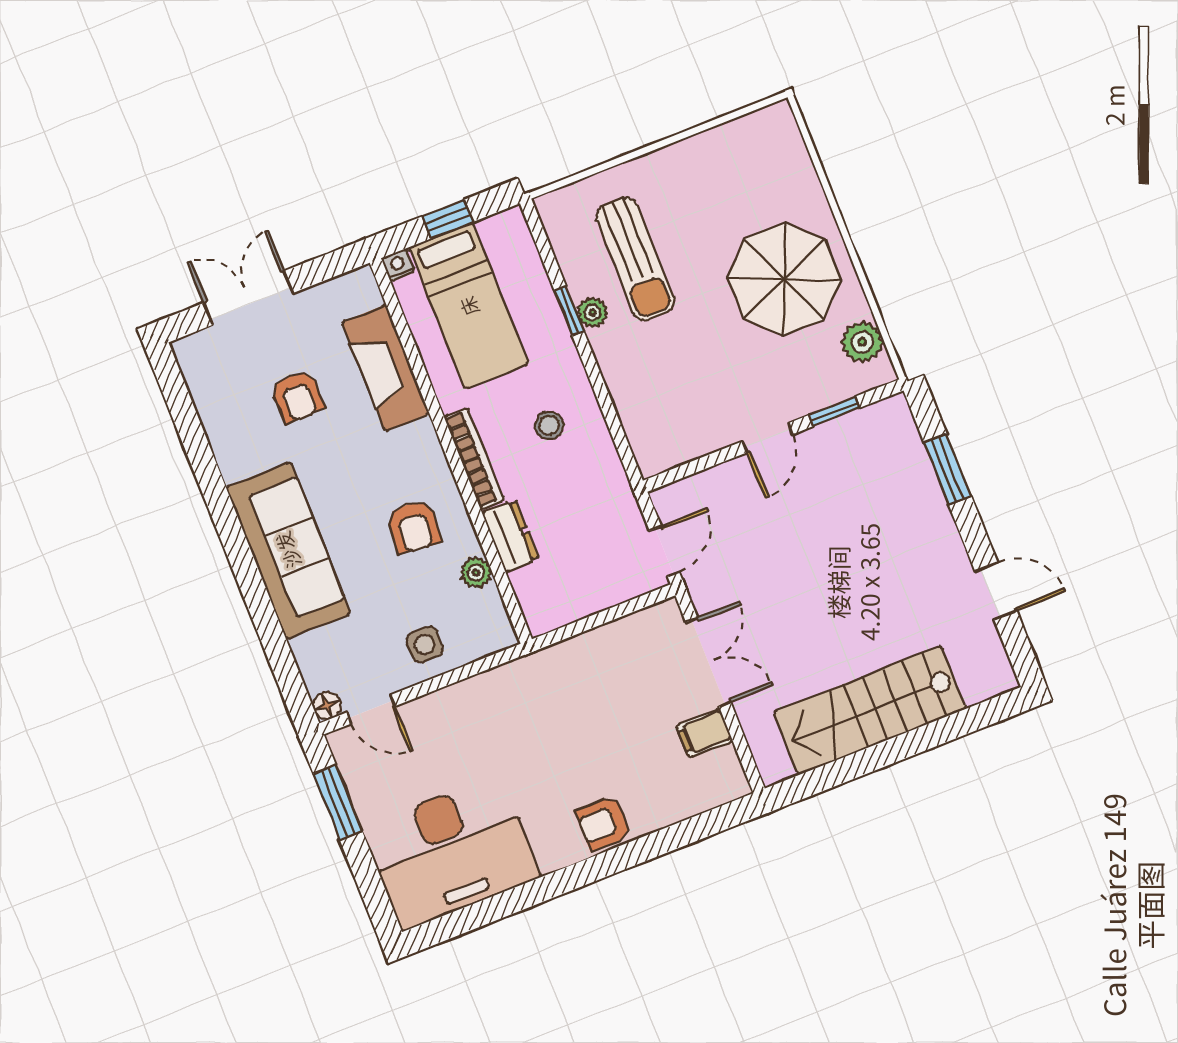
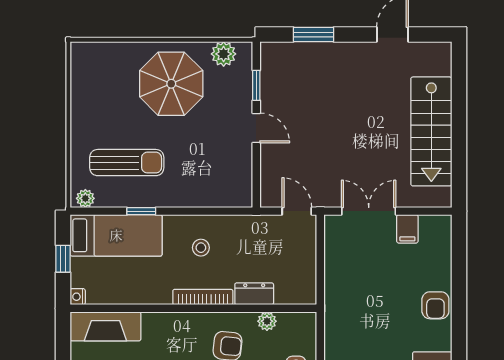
bed: (469, 306) -> (116, 235), moved
plant: (592, 312) -> (85, 198), moved
fireplace: (386, 368) -> (105, 326), moved

